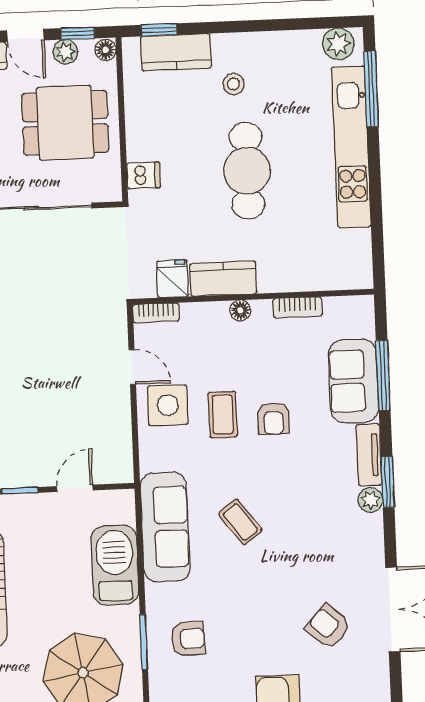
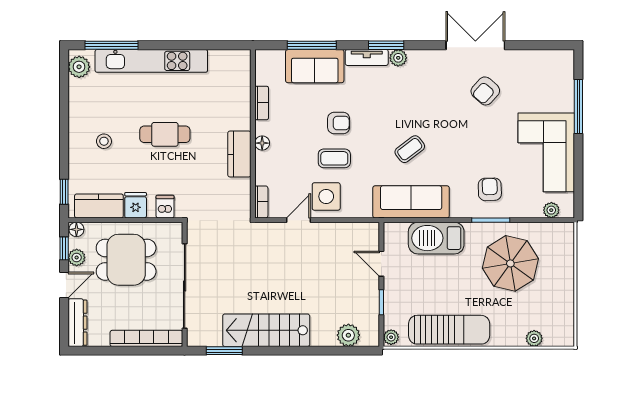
kitchen counter: (176, 52) -> (99, 206), moved, turned -90
dining table: (65, 123) -> (126, 260), turned 90
cafe table: (247, 171) -> (165, 134), width x0.73, depth x0.74
fridge: (173, 279) -> (136, 205), moved, turned 90

